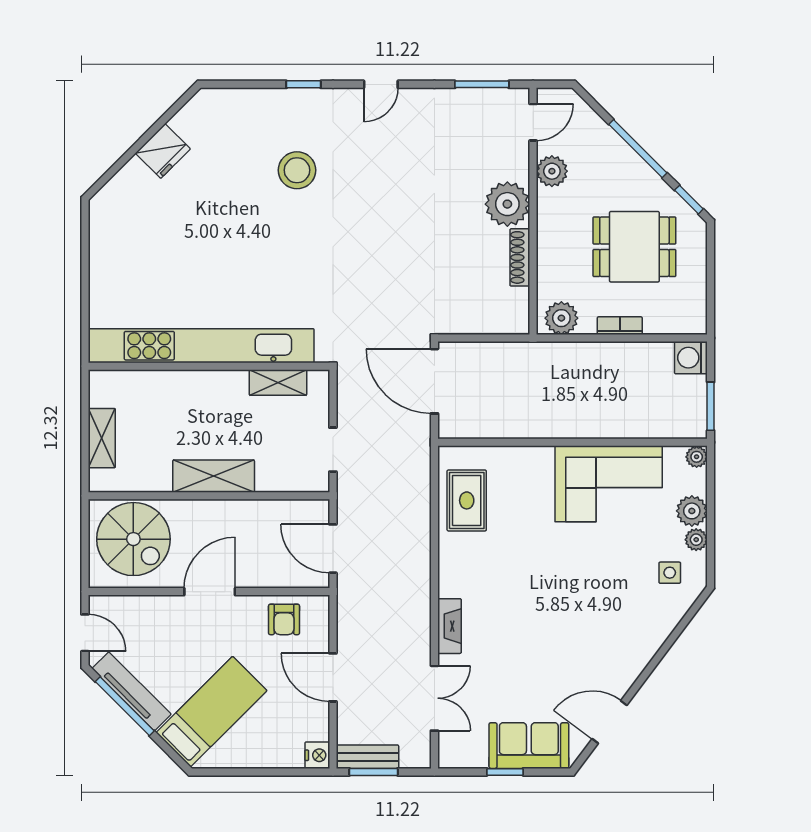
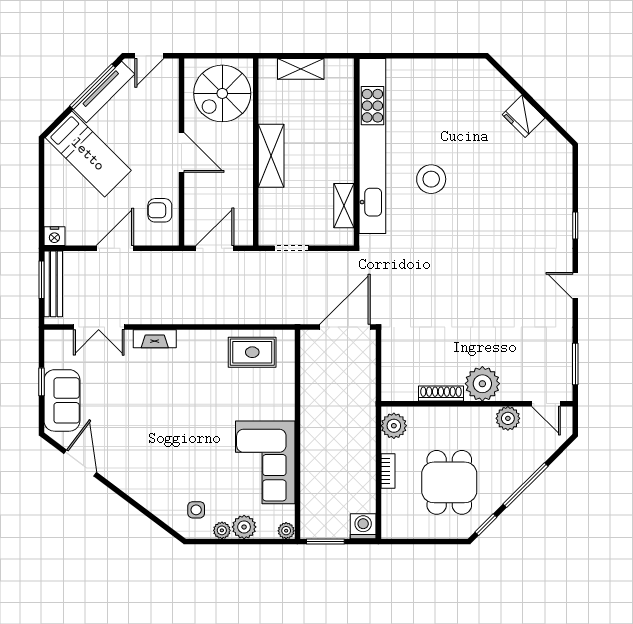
stool: (297, 170) -> (431, 179), moved
bench: (367, 757) -> (53, 284), width x1.36

